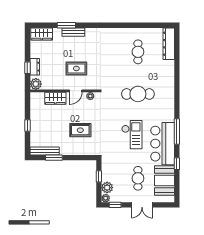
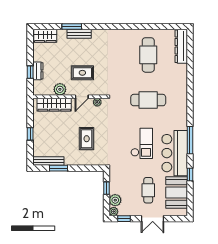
cafe table: (138, 52) -> (148, 55), width x1.37, depth x1.35
plant: (36, 84) -> (60, 89), moved
wardrobe: (55, 98) -> (54, 105), width x1.50
rug: (80, 130) -> (87, 139), turned 90

